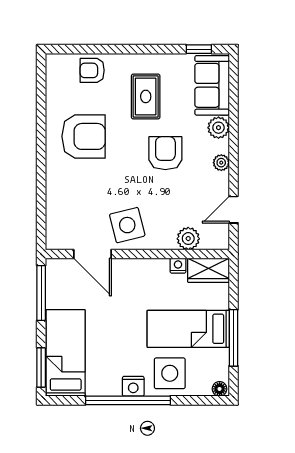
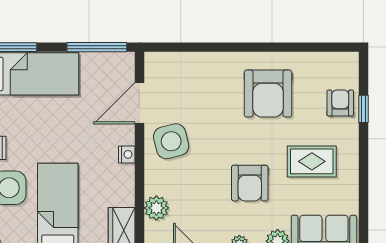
window: (199, 49) -> (363, 109), moved
armchair: (165, 153) -> (250, 183), turned 90
nightstand: (178, 266) -> (127, 154), moved

